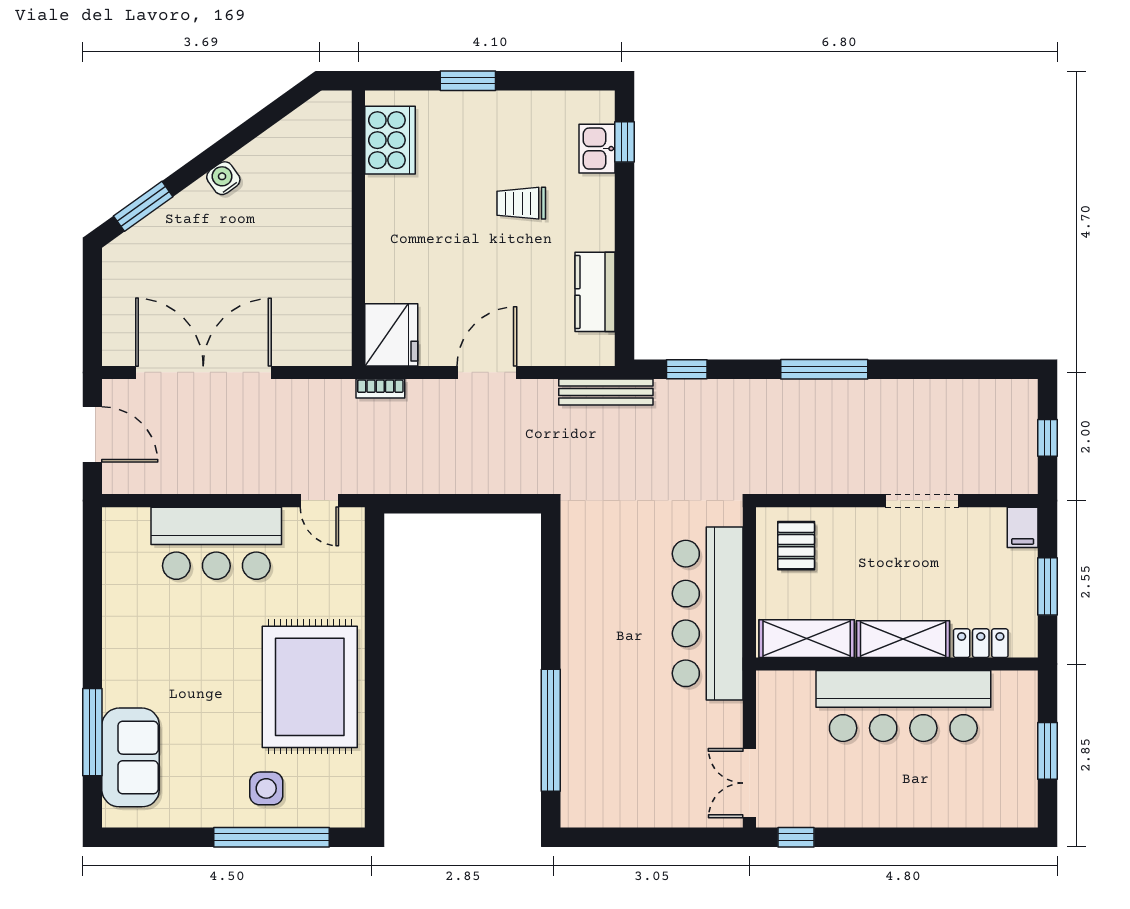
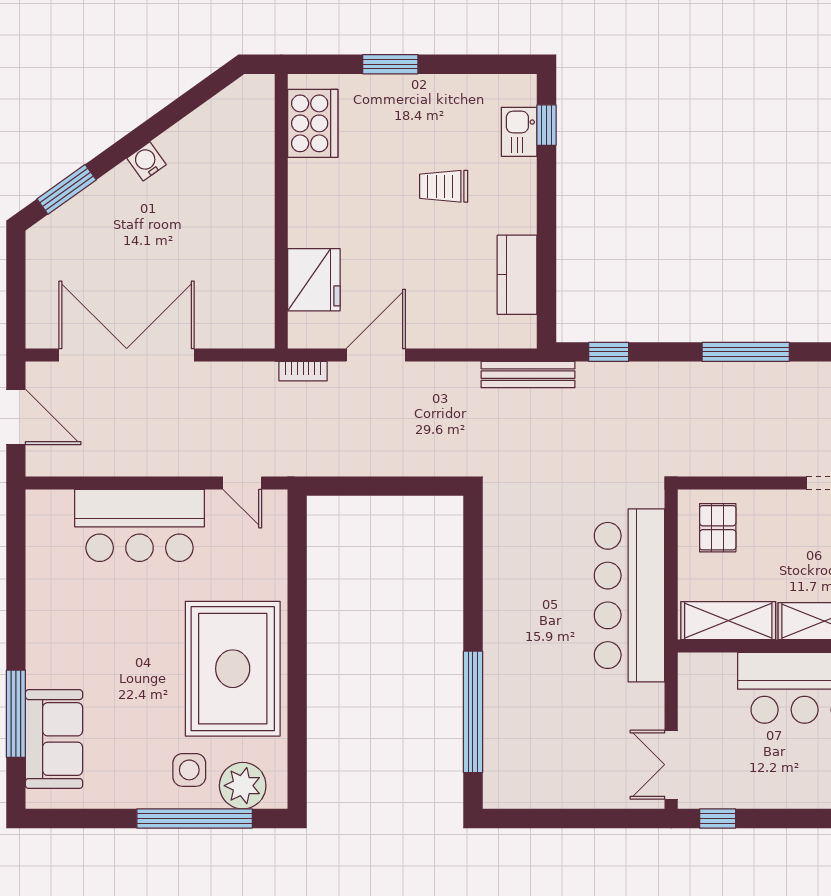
fridge: (391, 335) -> (314, 280), moved
door: (487, 372) -> (376, 355), moved
plant: (320, 804) -> (243, 786), added

